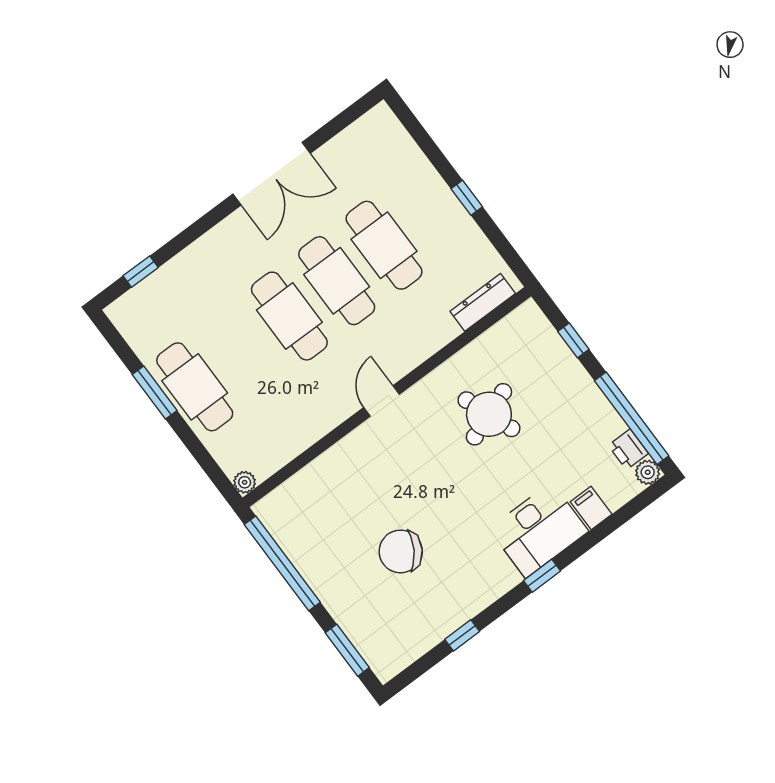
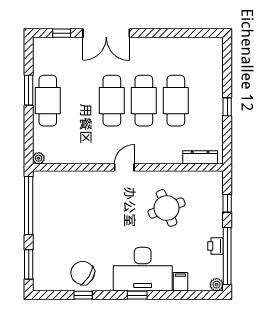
double door: (272, 174) -> (106, 33), moved
printer: (628, 449) -> (216, 246), moved
desk: (539, 530) -> (143, 269), width x1.36, depth x1.30
chair: (401, 551) -> (83, 273), moved

